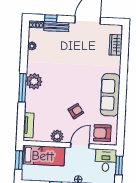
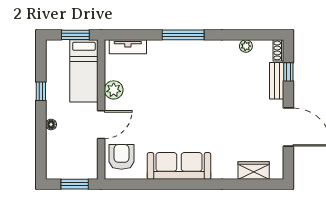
plant: (34, 81) -> (194, 52), removed
armchair: (76, 111) -> (152, 116), removed
door: (80, 146) -> (101, 125), hinge flipped
desk: (106, 160) -> (81, 164), removed

